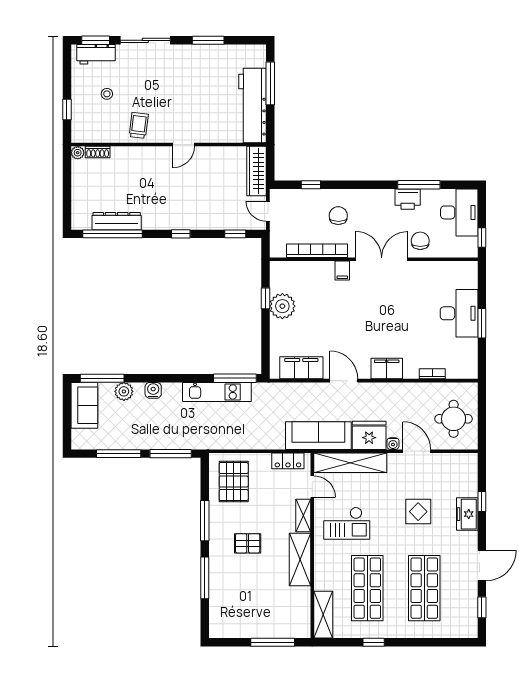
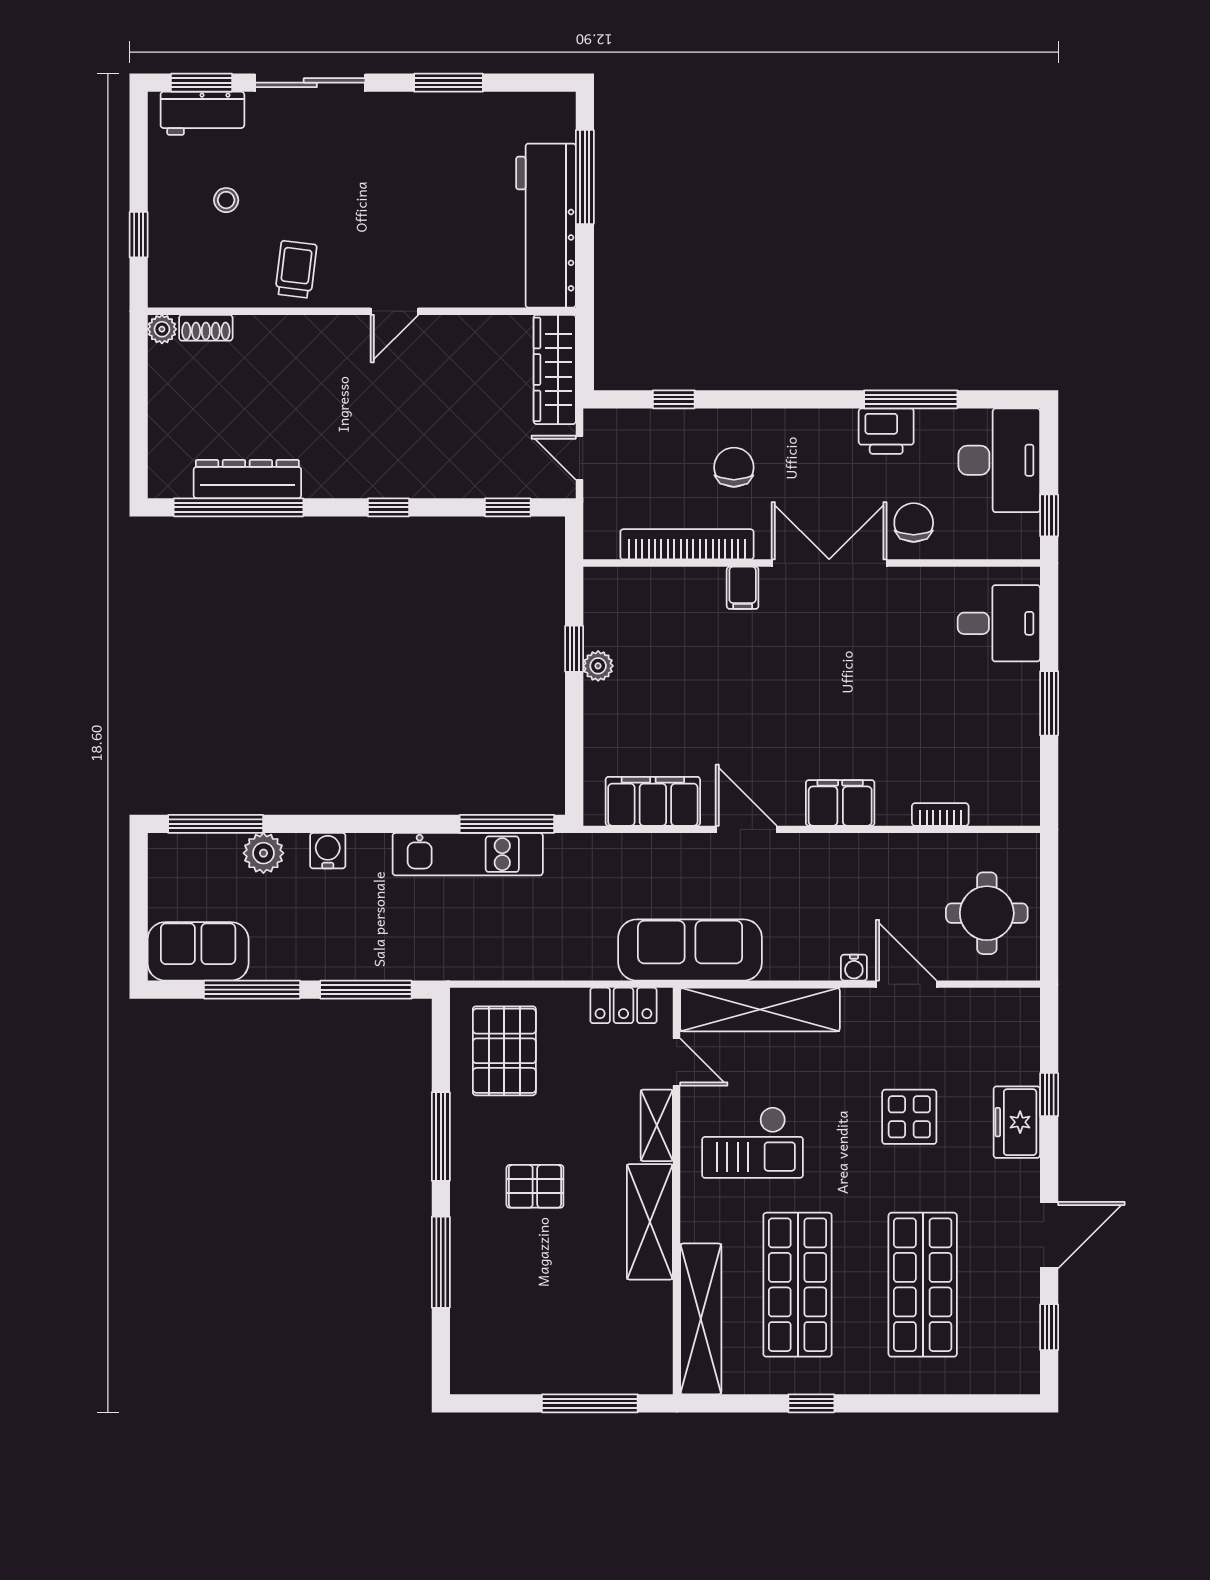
plant: (282, 306) -> (598, 666), width x0.53, depth x0.53
desk: (459, 313) -> (999, 623), moved, width x0.73
sofa: (84, 405) -> (198, 951), moved, turned -90
fridge: (369, 435) -> (801, 950), removed
shelving: (323, 615) -> (701, 1319), width x1.47

